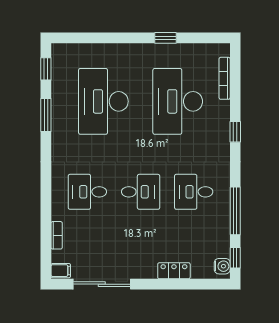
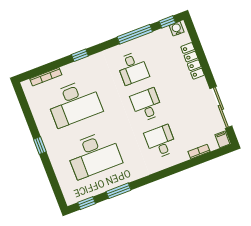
window: (166, 38) -> (40, 146), moved
desk: (87, 192) -> (161, 142), turned 180
locker: (174, 271) -> (193, 61), width x1.53

